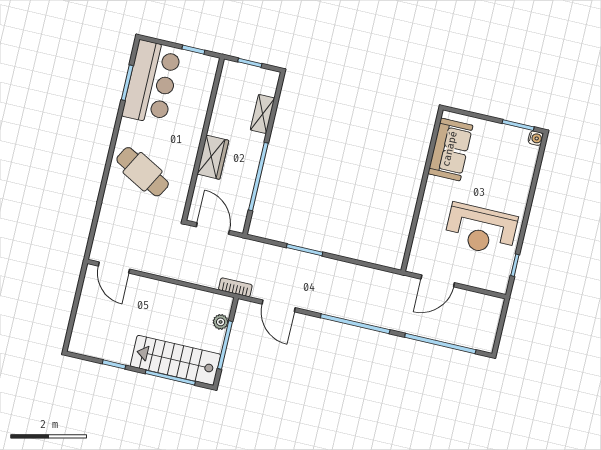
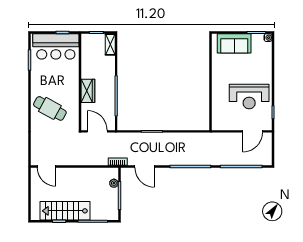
bar counter: (152, 82) -> (56, 46), moved, turned 90
shelving: (263, 114) -> (110, 44), moved
sofa: (450, 149) -> (234, 43), moved, turned 90
door: (438, 281) -> (253, 131), moved
stairs: (175, 360) -> (65, 211), moved

